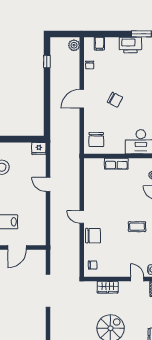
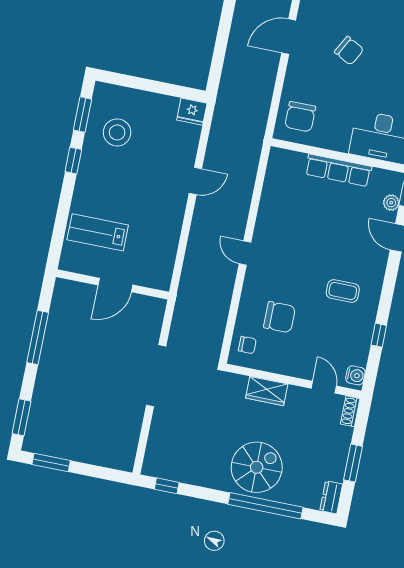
row of seats: (116, 164) -> (338, 170), width x1.48
door: (48, 184) -> (195, 181), swing flipped
chair: (93, 236) -> (279, 317), moved

